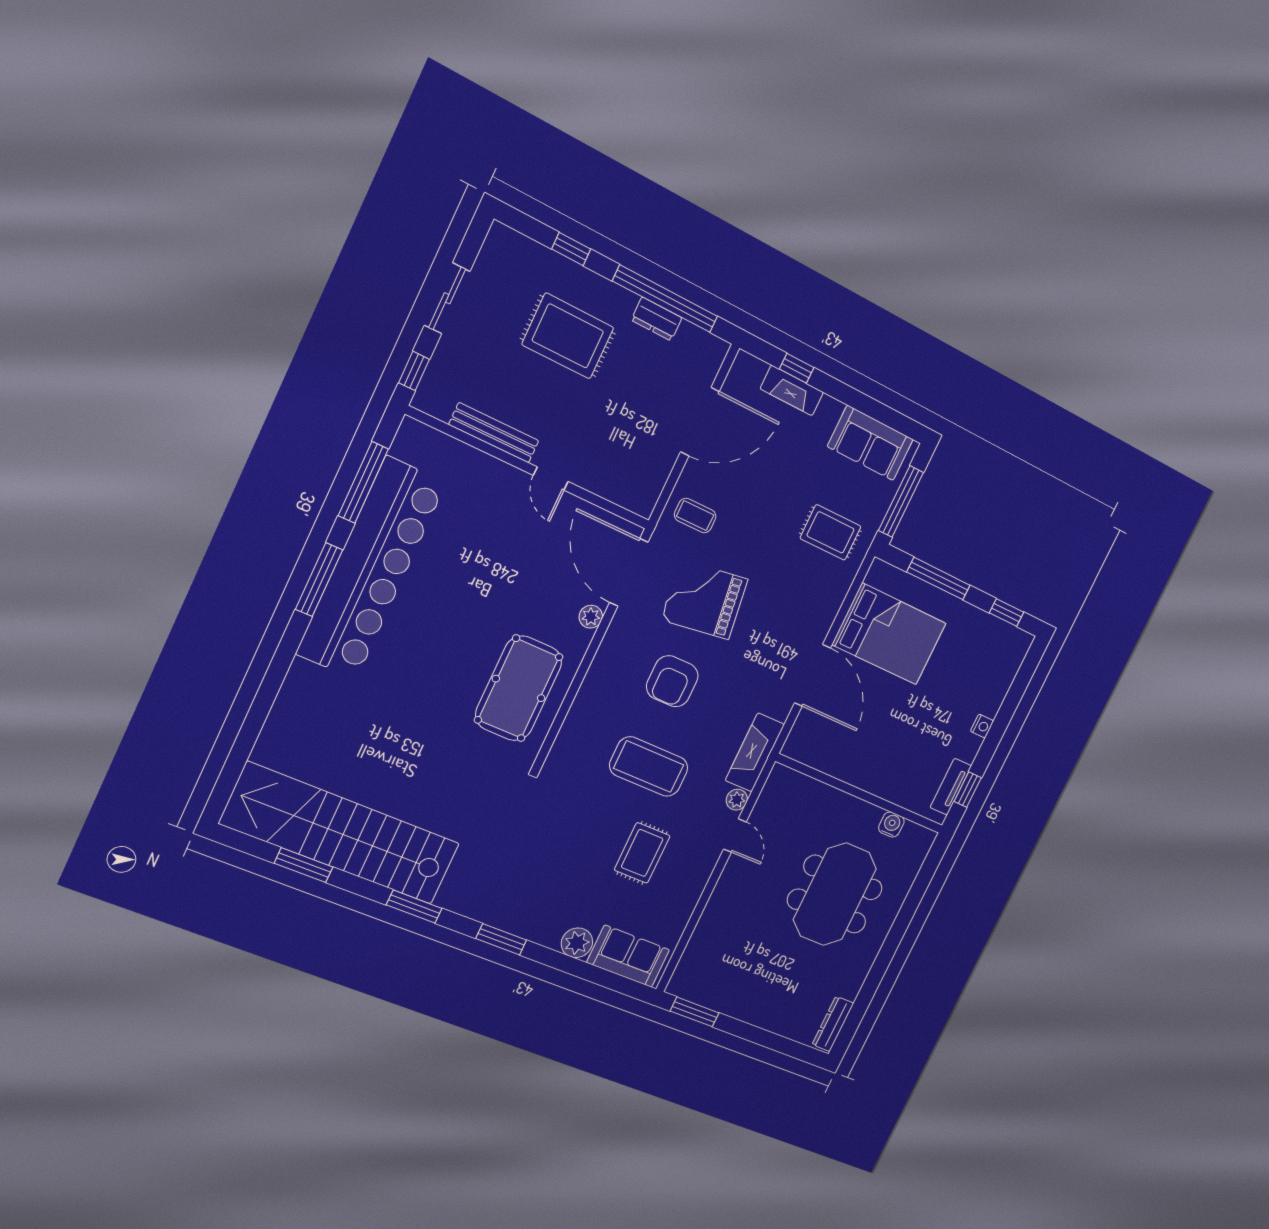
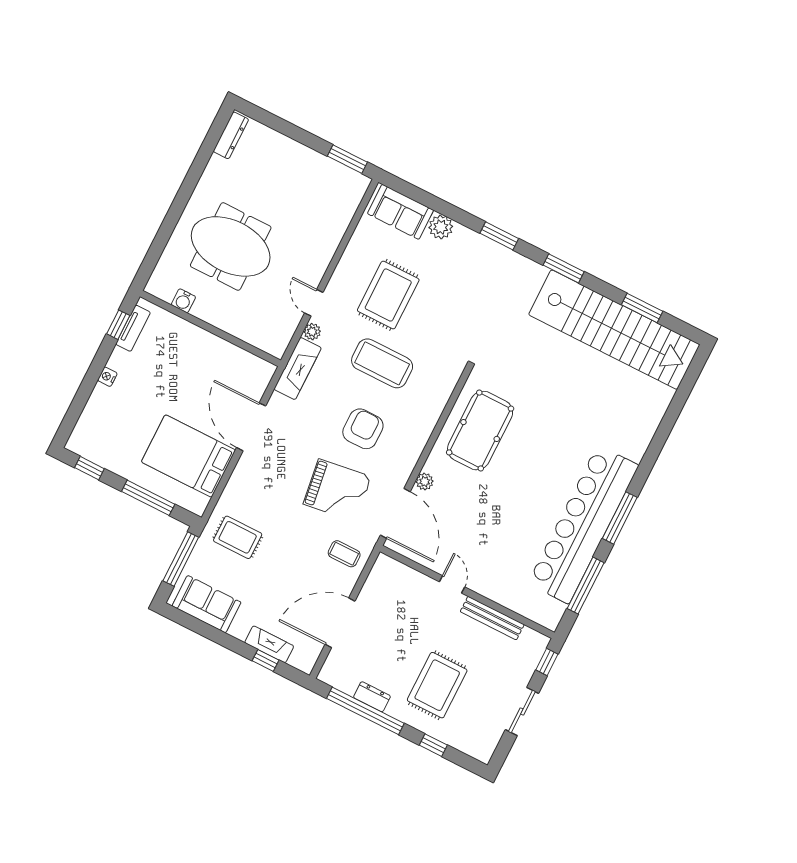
rug: (568, 336) -> (437, 685), turned 90
rug: (642, 853) -> (388, 295), width x1.36, depth x1.43
meeting table: (835, 894) -> (231, 246), turned 90

